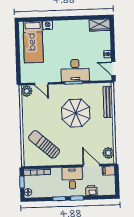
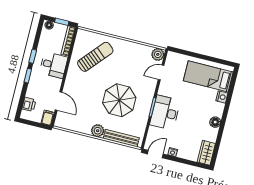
floor lamp: (71, 25) -> (215, 122), added
plant: (108, 153) -> (98, 131), moved
door: (91, 165) -> (59, 101), hinge flipped
desk: (72, 178) -> (54, 65), moved
printer: (91, 190) -> (29, 104), moved

